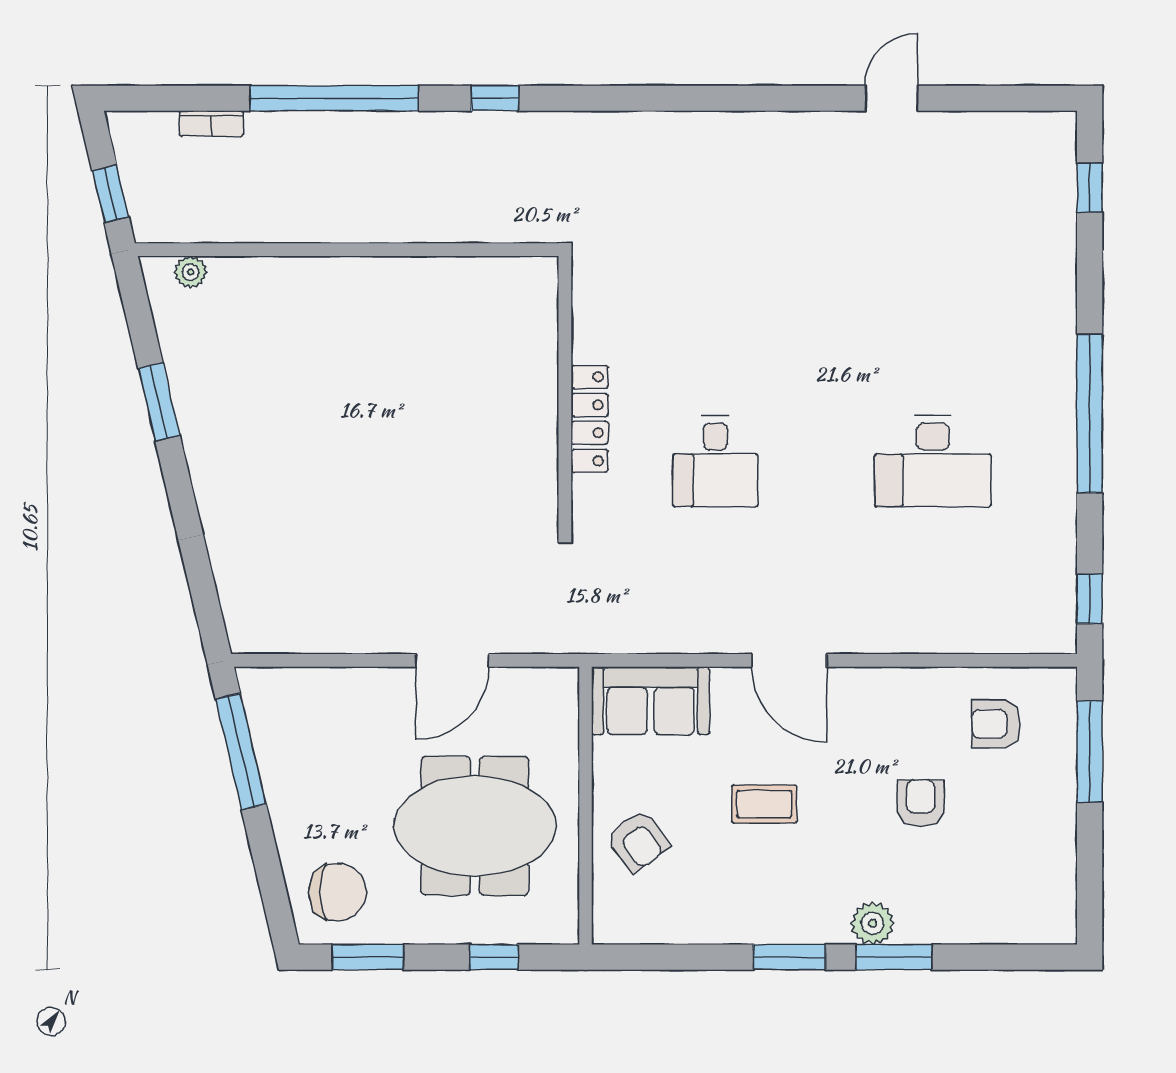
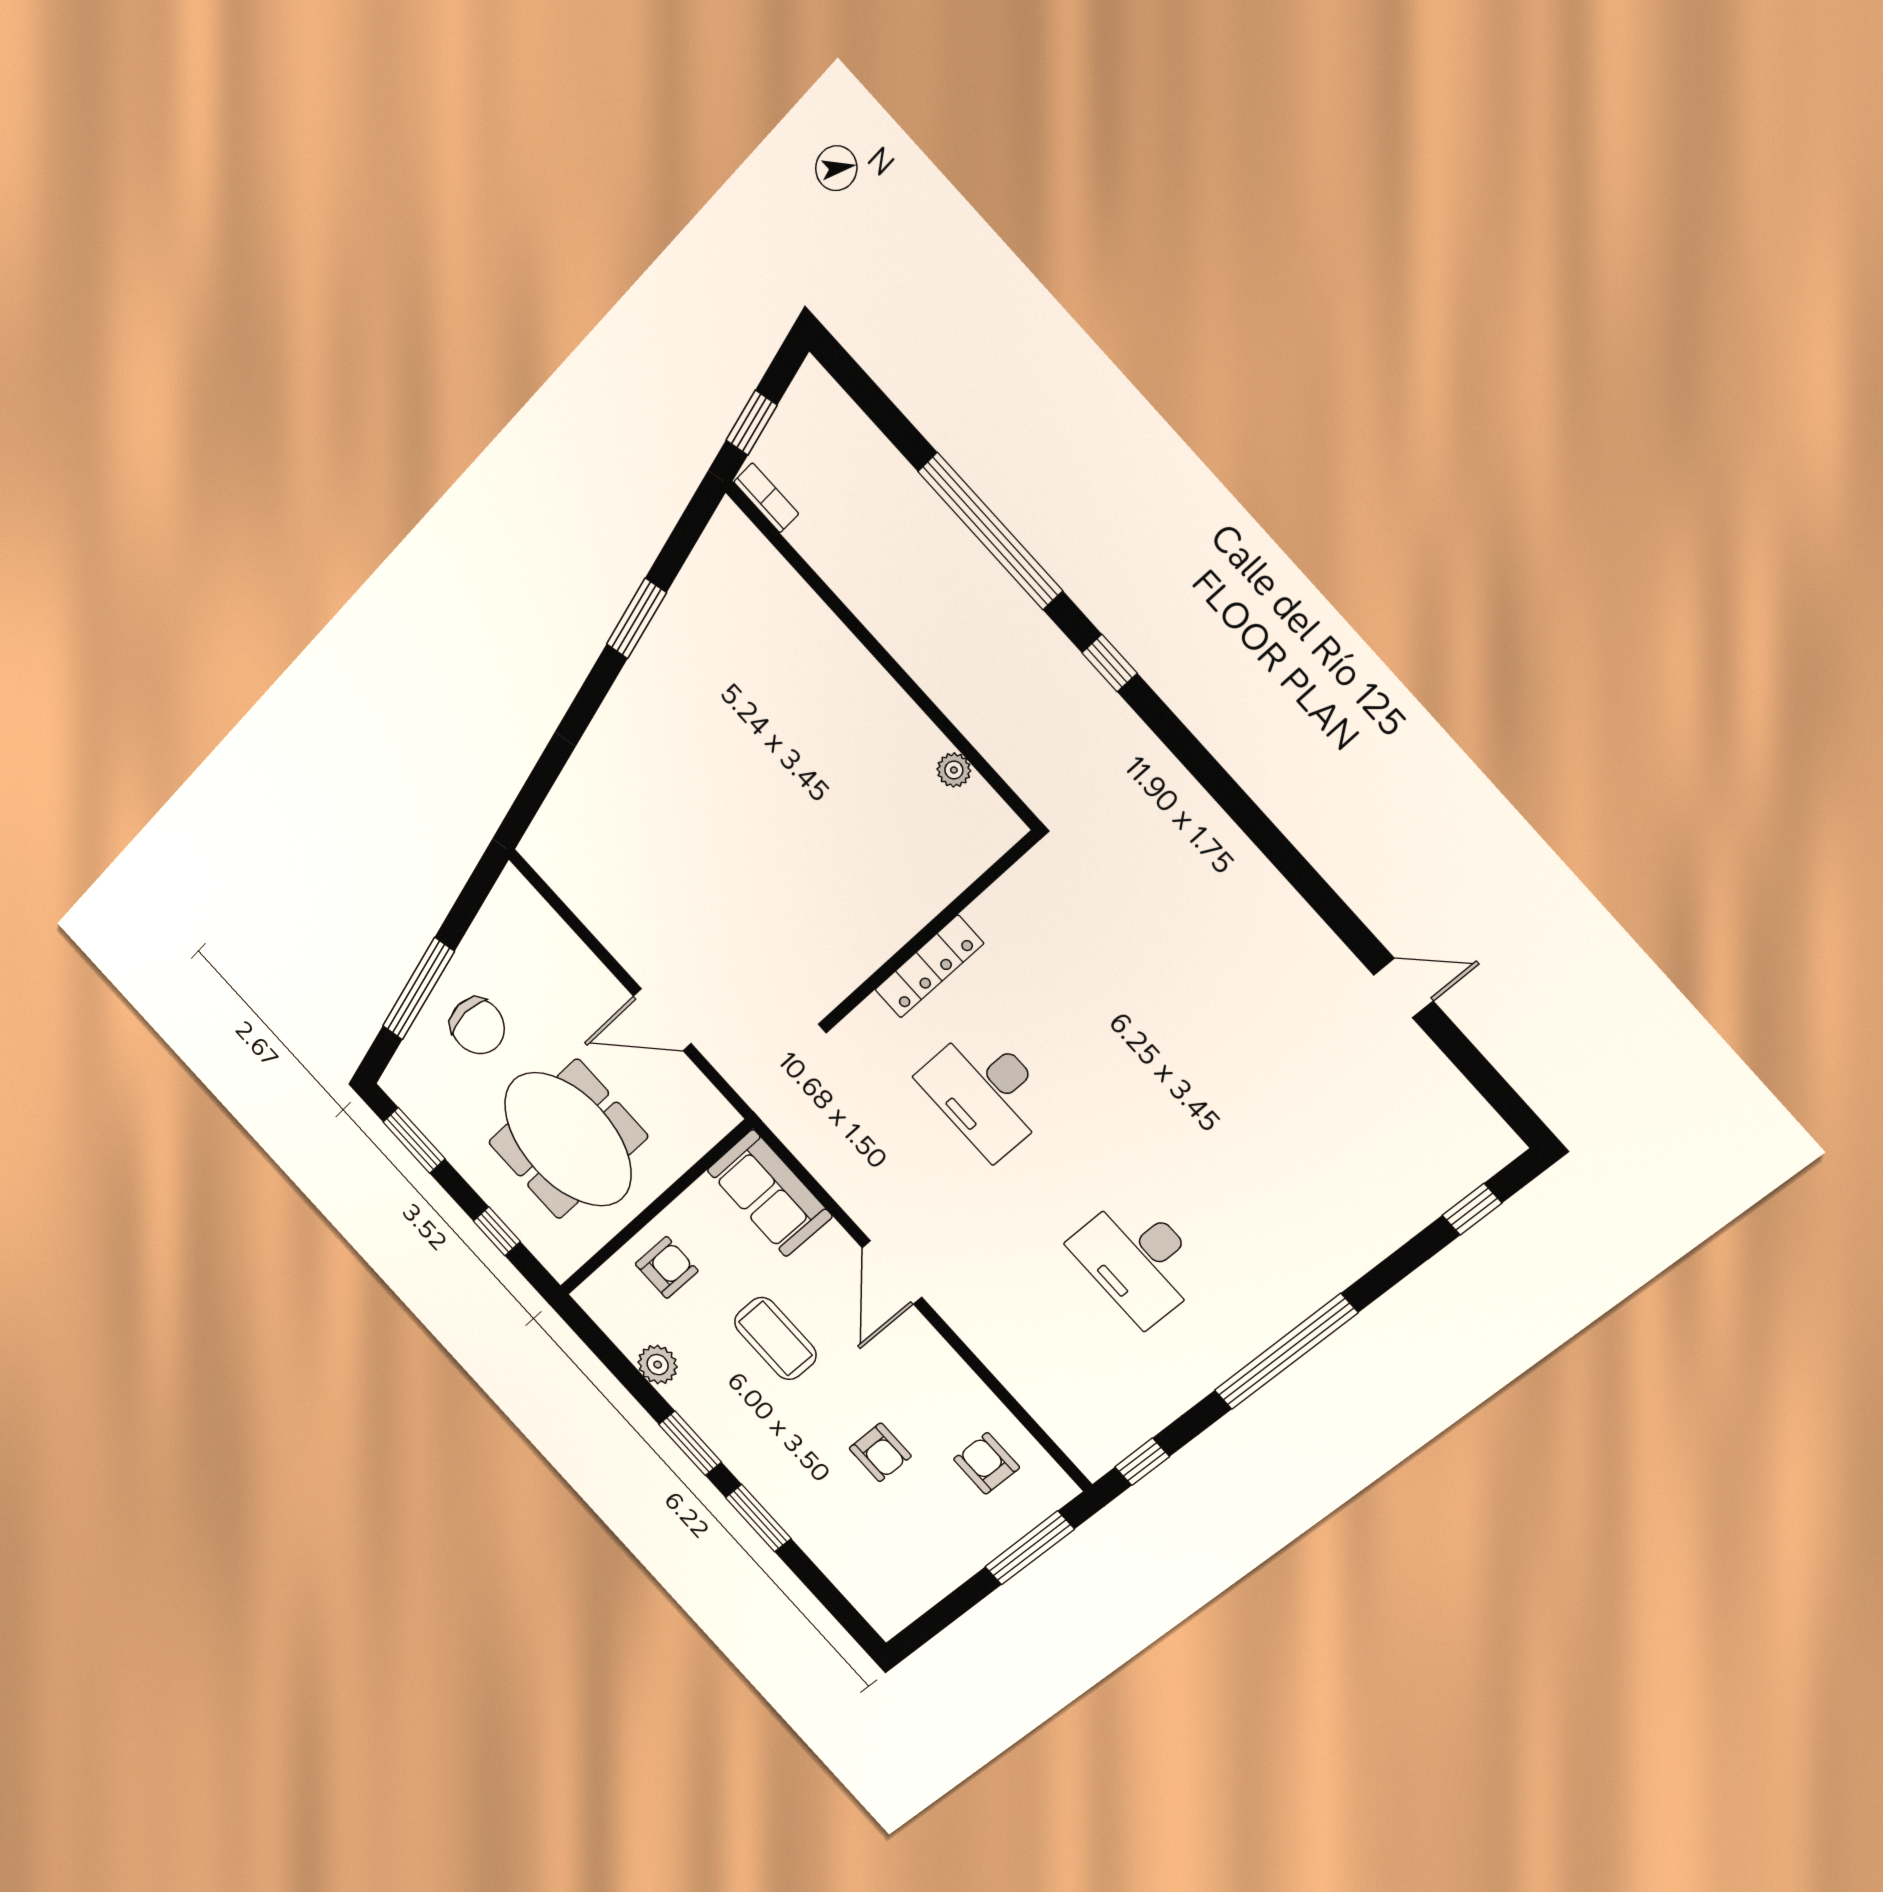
bookcase: (211, 123) -> (766, 498), moved, turned 180
plant: (191, 272) -> (954, 770), moved
desk: (715, 461) -> (986, 1092), width x1.37
window: (241, 752) -> (418, 989), moved
armchair: (920, 803) -> (880, 1452), turned 90
coffee table: (764, 804) -> (775, 1339), width x1.36, depth x1.30
armchair: (638, 841) -> (667, 1267), turned -144
chair: (337, 892) -> (478, 1026), moved
plant: (873, 923) -> (658, 1365), moved

